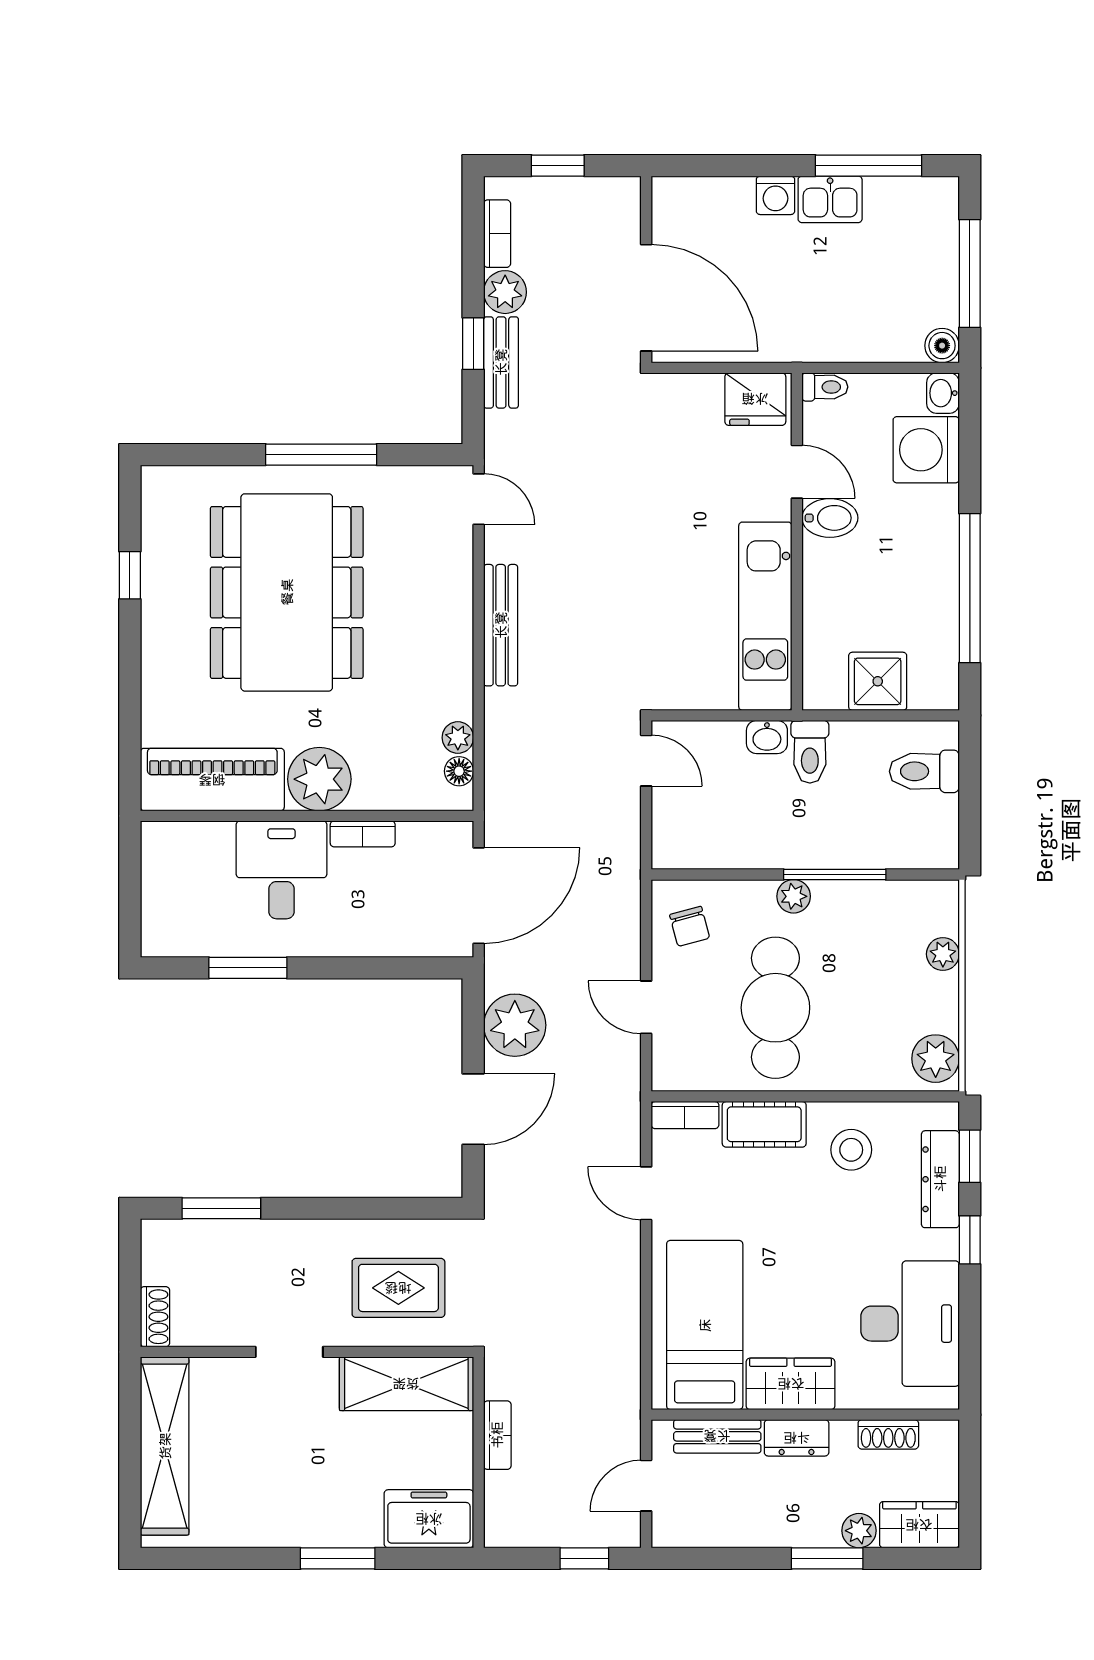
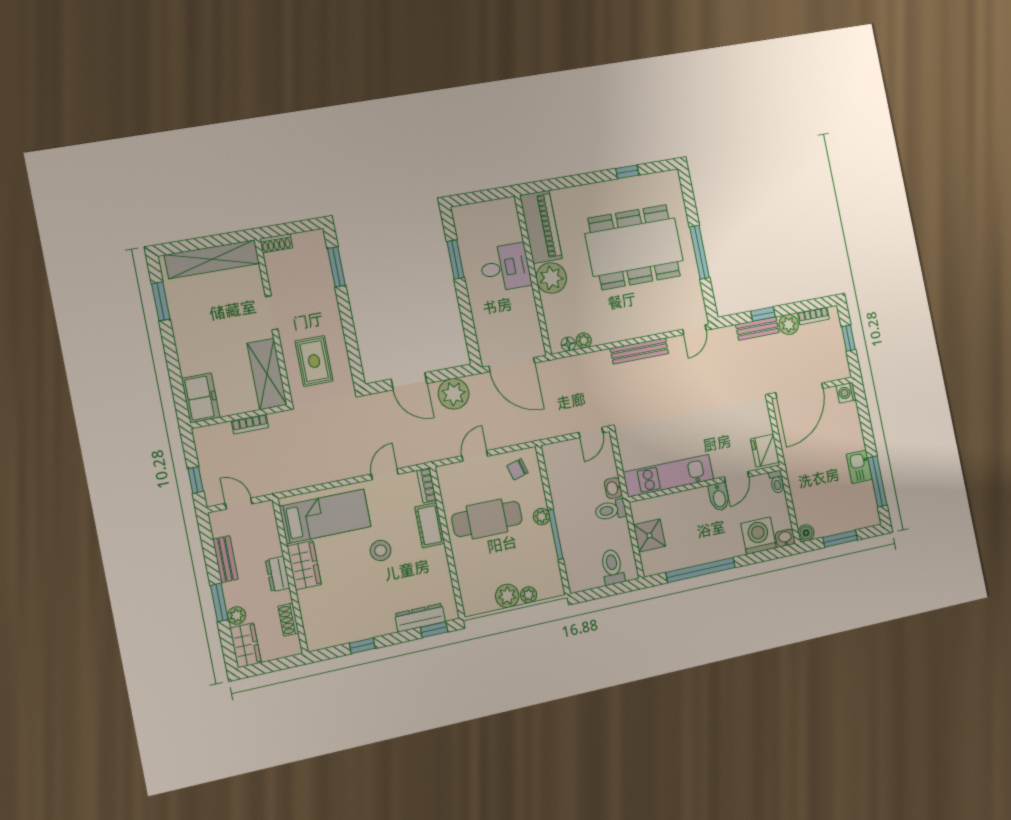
washing machine: (775, 195) -> (846, 393), moved
window: (970, 273) -> (840, 539), width x0.69
bookcase: (363, 834) -> (530, 303), removed
plant: (936, 1059) -> (507, 596), moved
stool: (851, 1150) -> (381, 551), moved
window: (970, 1240) -> (362, 646), moved
desk: (910, 1324) -> (346, 618), removed
bench: (717, 1436) -> (225, 559), moved
window: (338, 1558) -> (161, 301), moved

